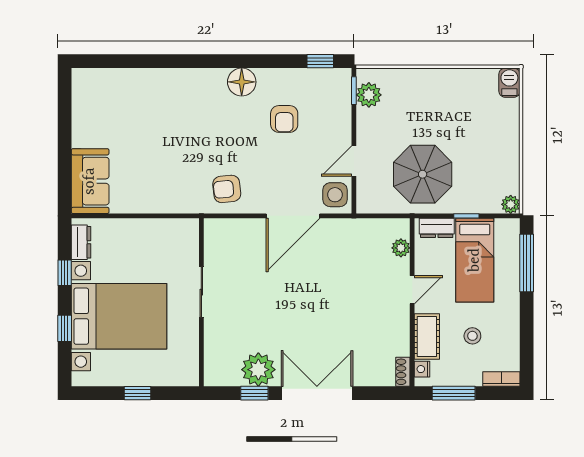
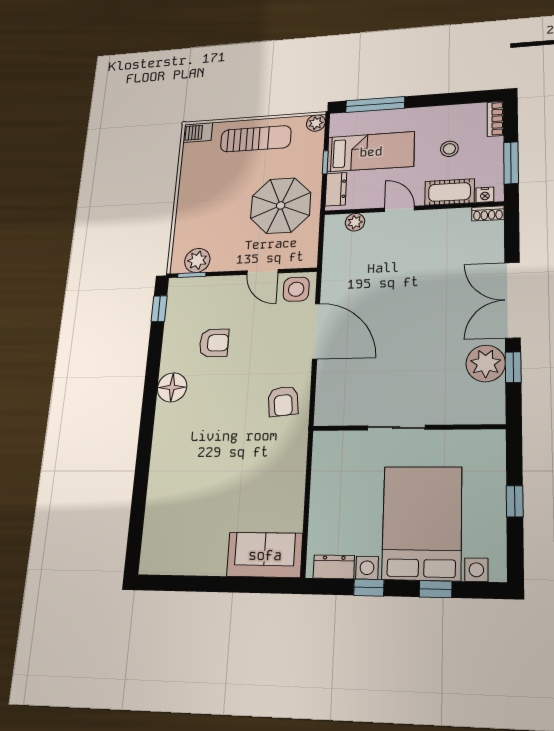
sun lounger: (498, 144) -> (256, 139), added

